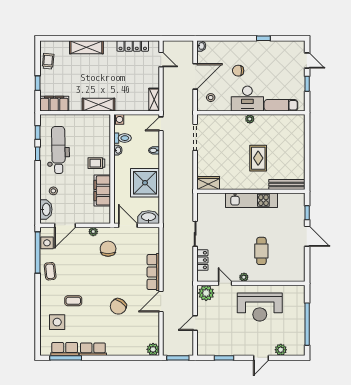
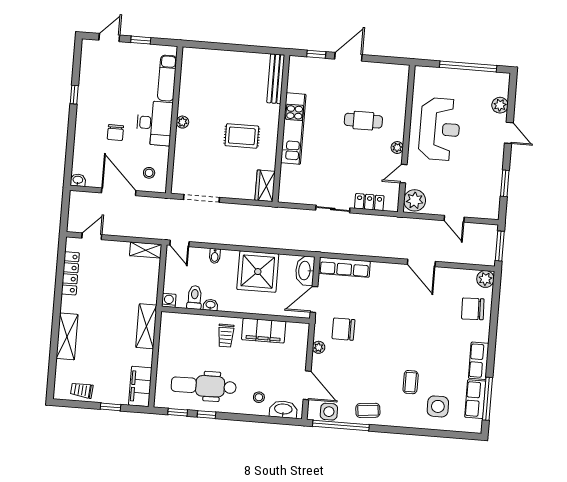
rug: (258, 158) -> (242, 136), moved
row of seats: (153, 272) -> (344, 267), moved
chair: (118, 306) -> (473, 309), moved, turned 143

